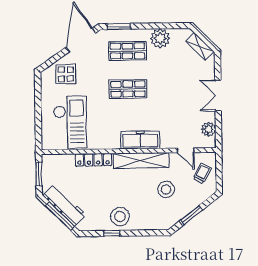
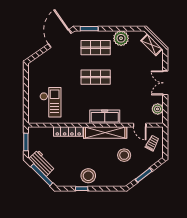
display table: (66, 74) -> (48, 65), removed
checkout: (70, 122) -> (50, 102), width x0.73, depth x0.83
workbench: (64, 205) -> (42, 163), width x0.73

